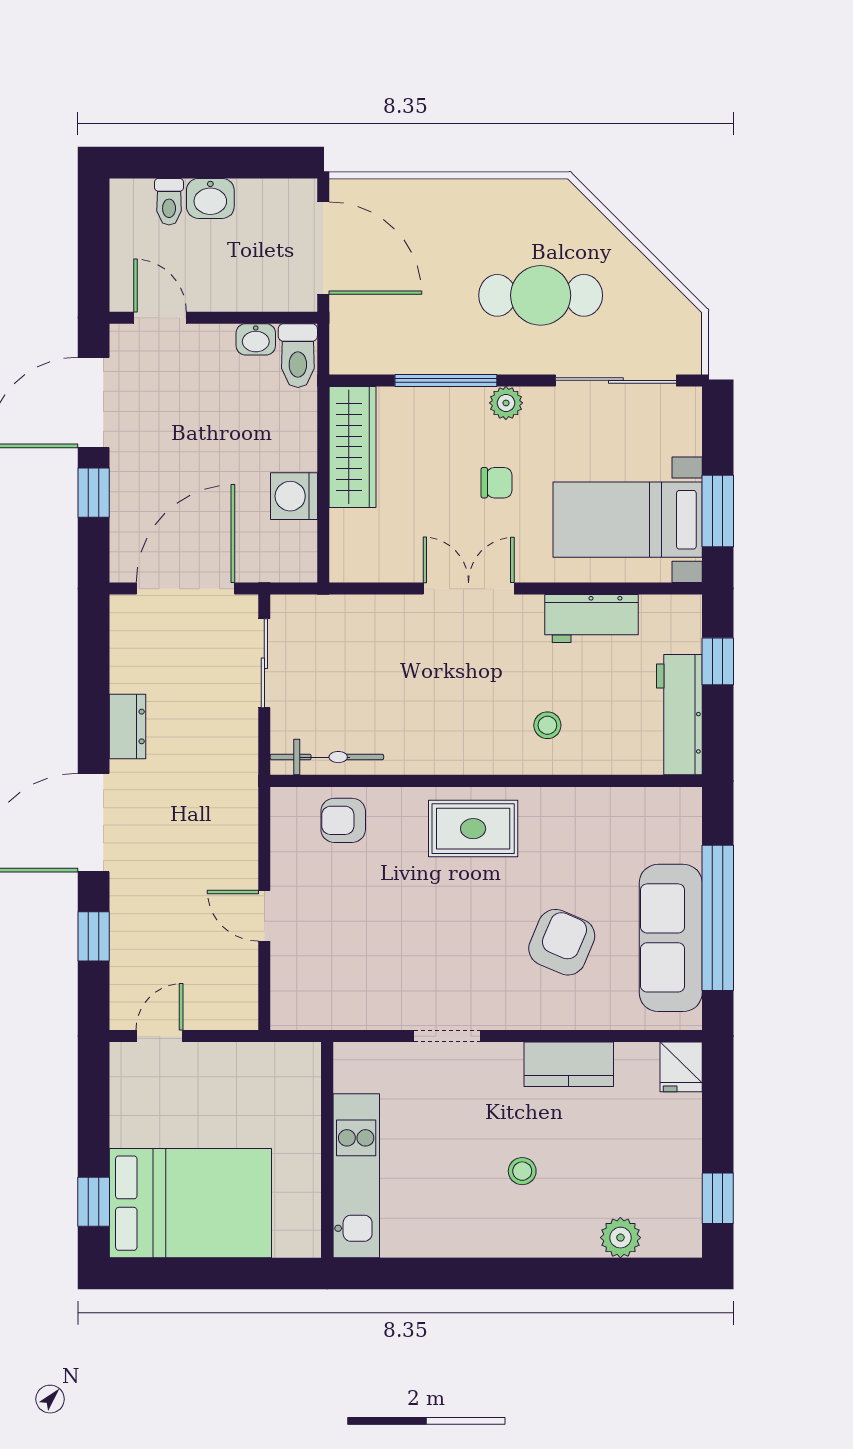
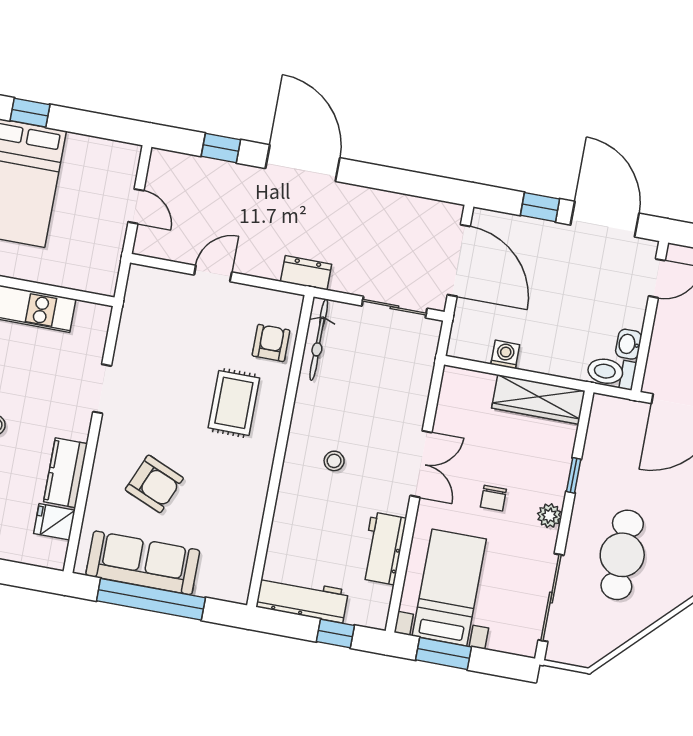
window: (446, 380) -> (574, 475), width x0.46
washing machine: (294, 496) -> (505, 354), width x0.73, depth x0.73
stool: (547, 725) -> (334, 461), moved
dresser: (127, 726) -> (306, 273), moved, turned 180
rug: (473, 829) -> (234, 403), moved
door: (160, 1036) -> (136, 206), moved
fridge: (681, 1067) -> (54, 522), moved

